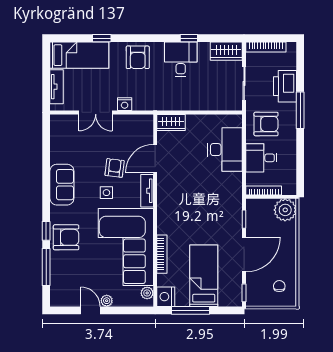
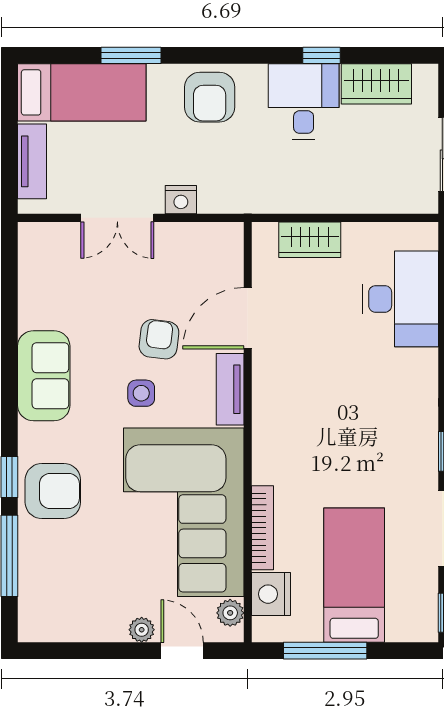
window: (102, 38) -> (131, 55), width x1.50
wardrobe: (226, 51) -> (376, 84), moved
wardrobe: (171, 122) -> (310, 240), moved
nightstand: (166, 297) -> (271, 594), moved
door: (90, 310) -> (182, 651), moved

